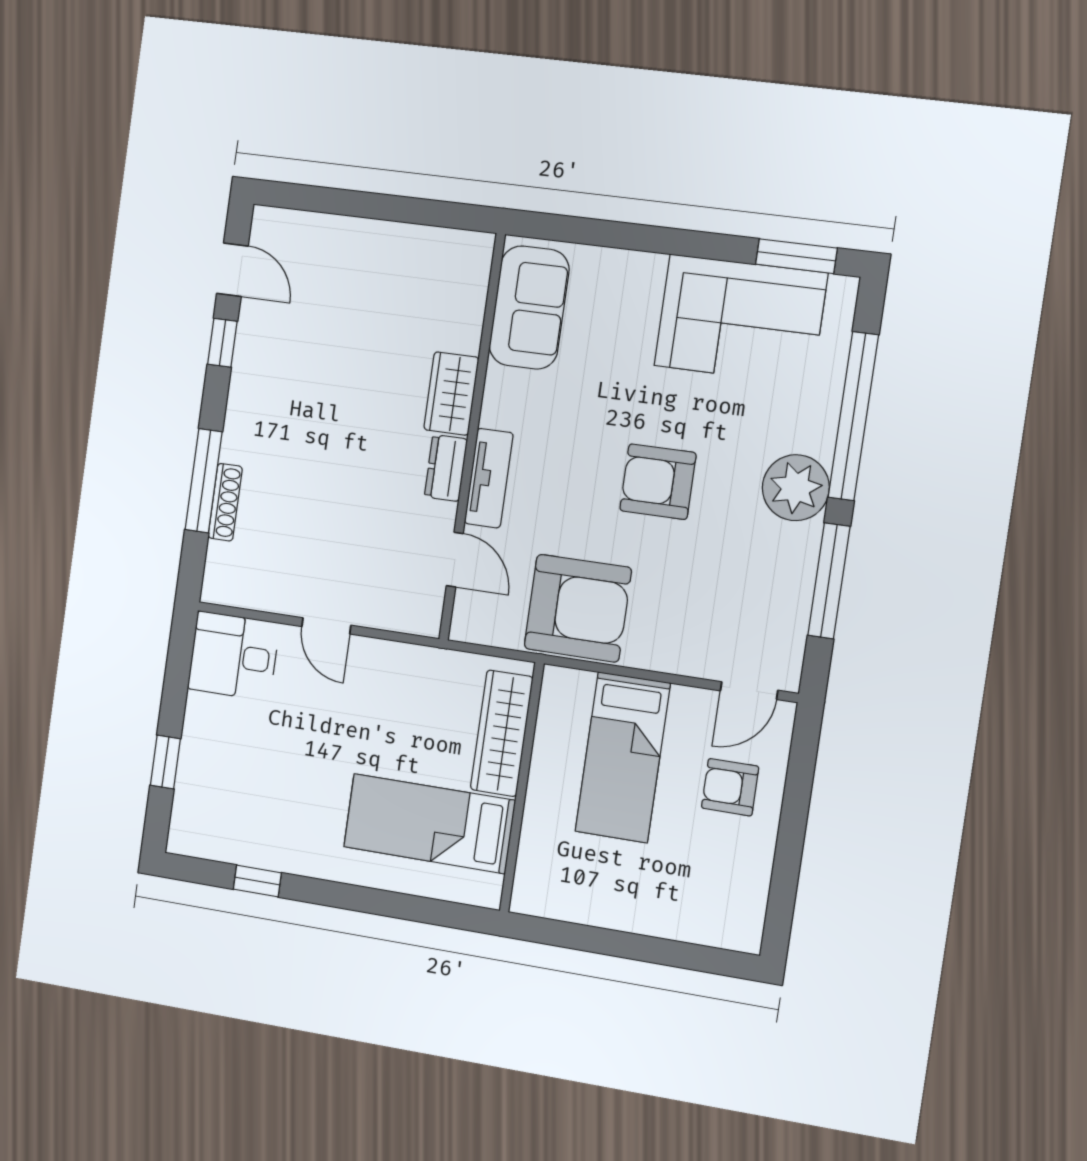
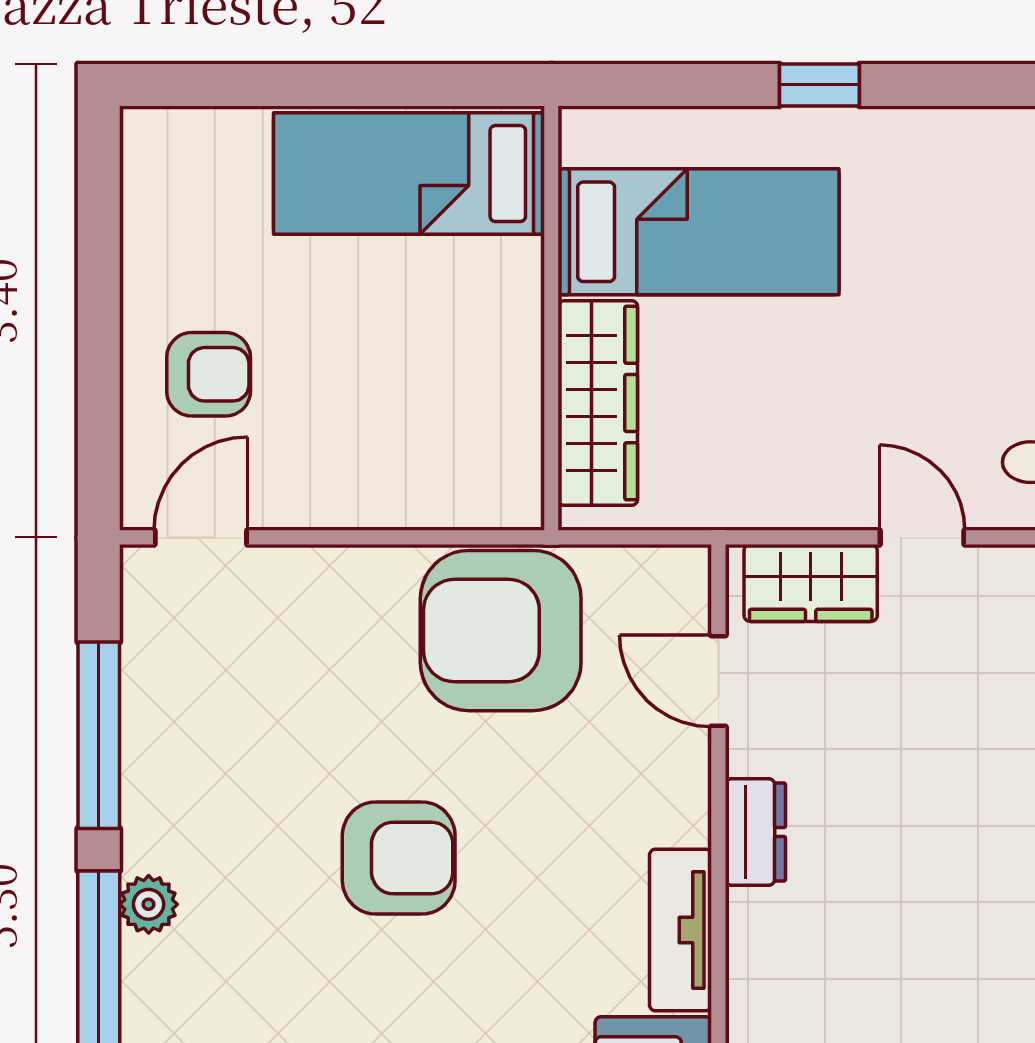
wardrobe: (451, 394) -> (811, 583), moved, turned 90
tv unit: (489, 478) -> (681, 930), moved
plant: (796, 488) -> (149, 904), width x0.53, depth x0.53
bed: (623, 757) -> (409, 174), moved, turned -90
window: (257, 881) -> (819, 85), moved

